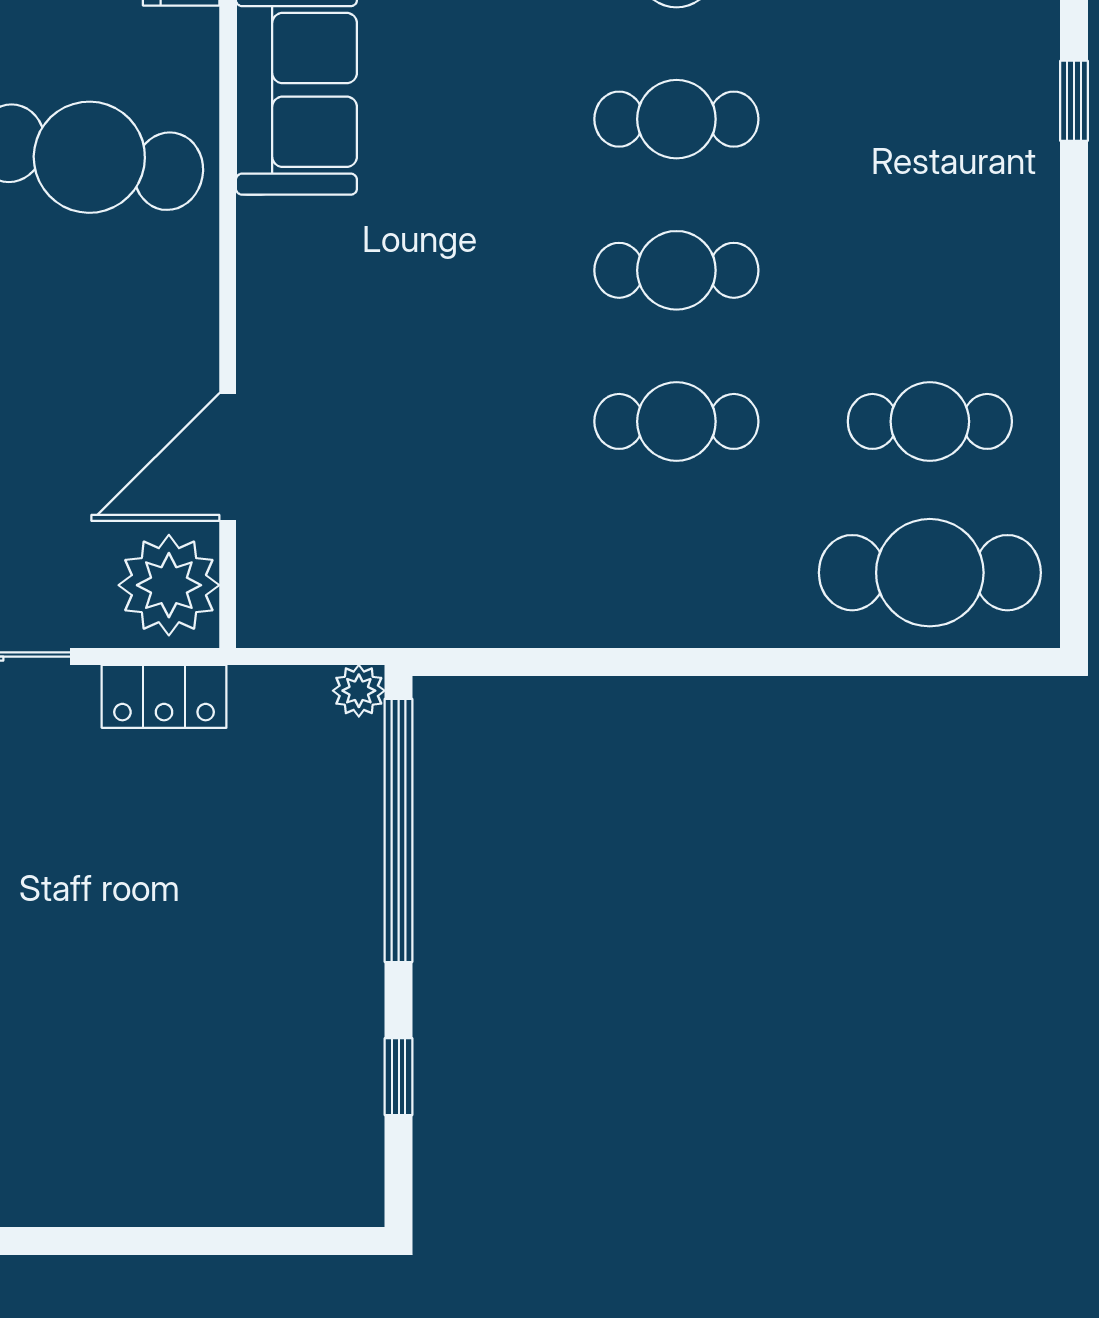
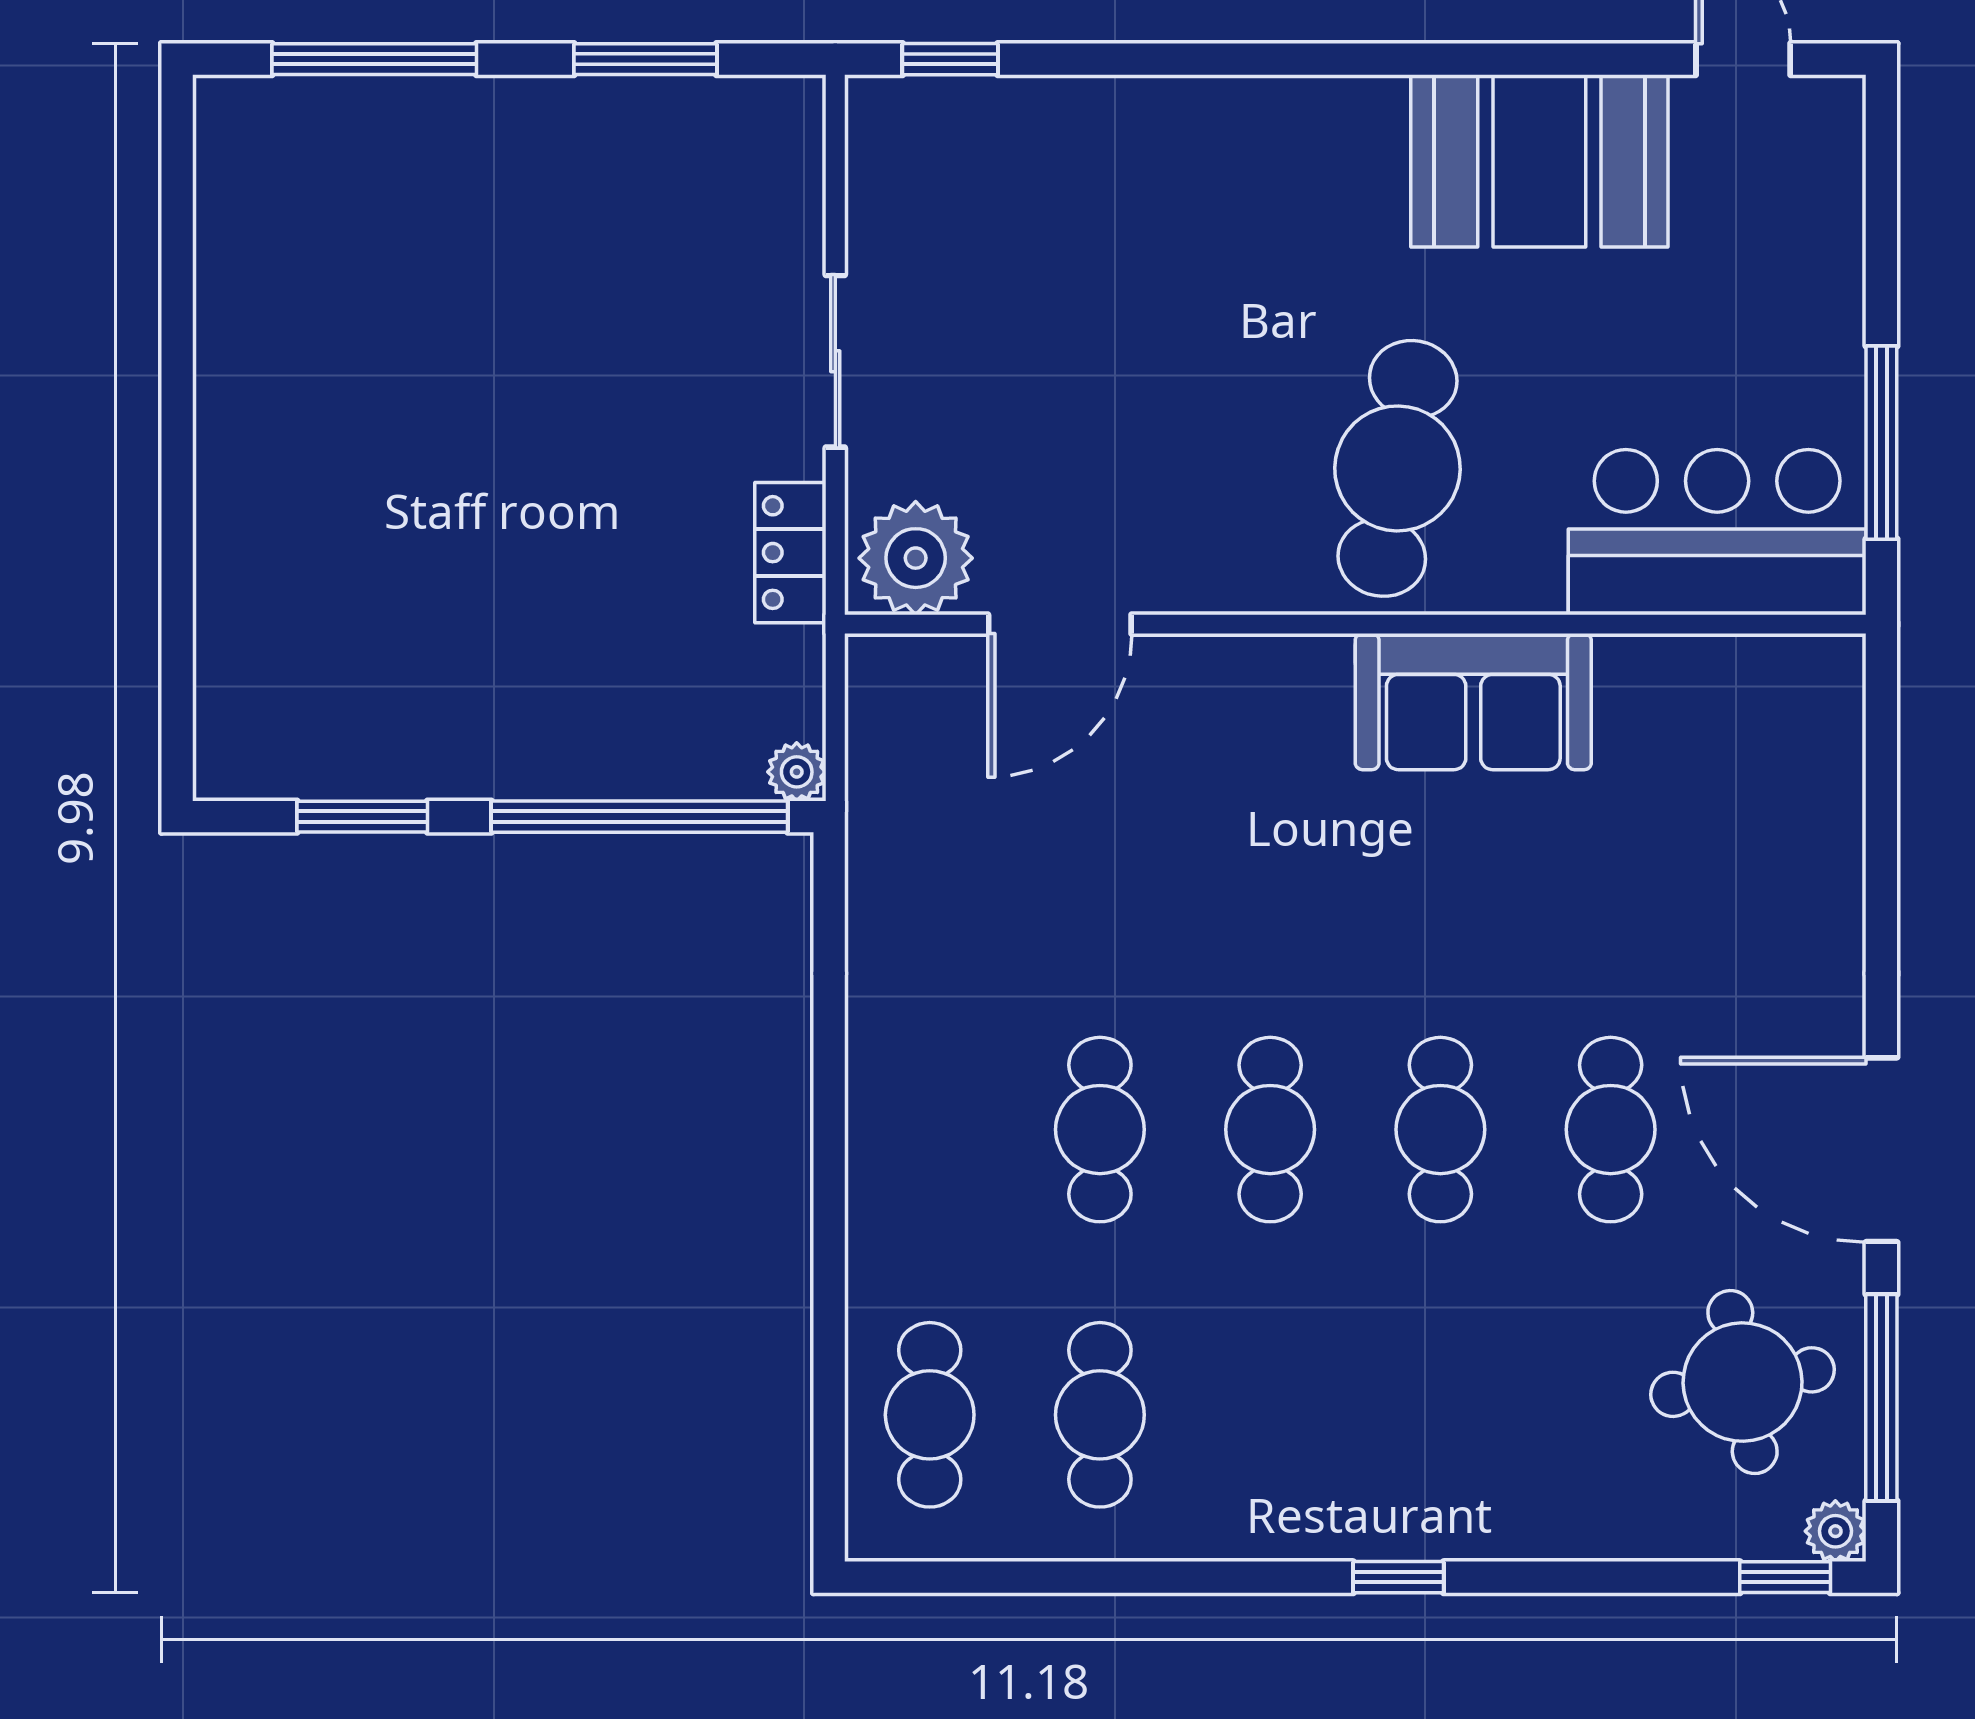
window: (1074, 101) -> (1398, 1577), moved
door: (228, 457) -> (1060, 624), swing flipped
cafe table: (930, 573) -> (930, 1415), width x0.73, depth x0.74
window: (399, 1077) -> (362, 817), width x1.50

